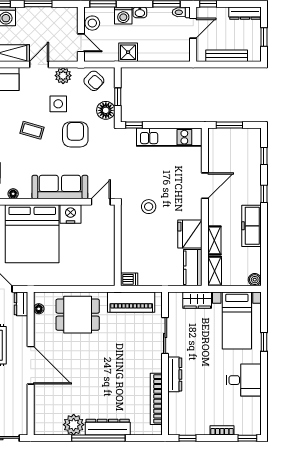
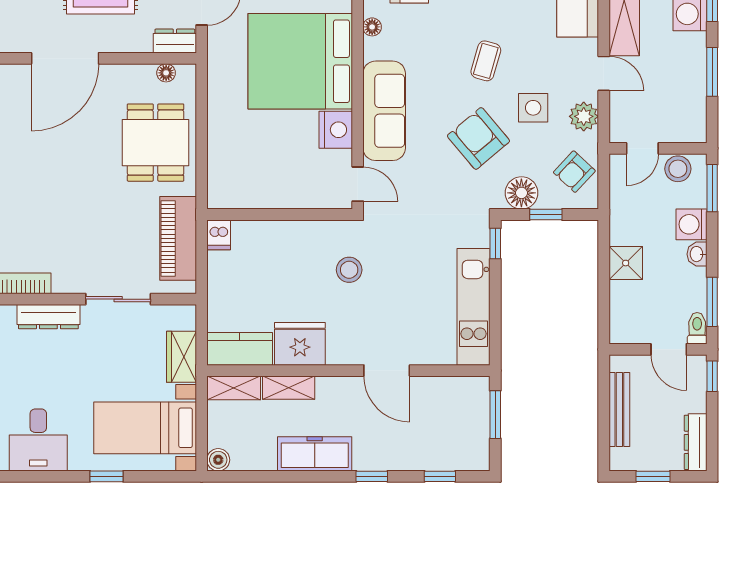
shower: (128, 52) -> (626, 263), moved
armchair: (75, 134) -> (478, 138), turned -130

